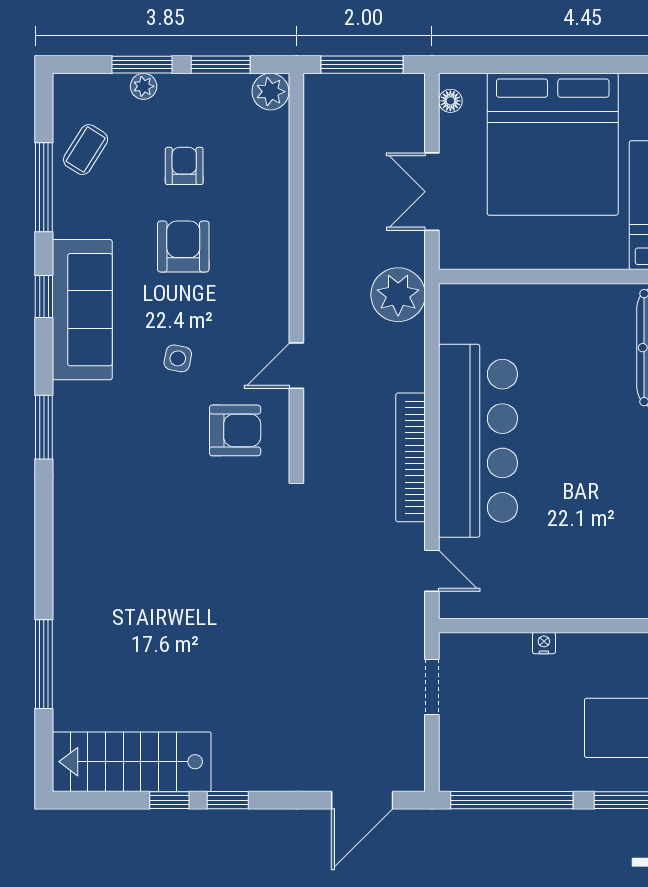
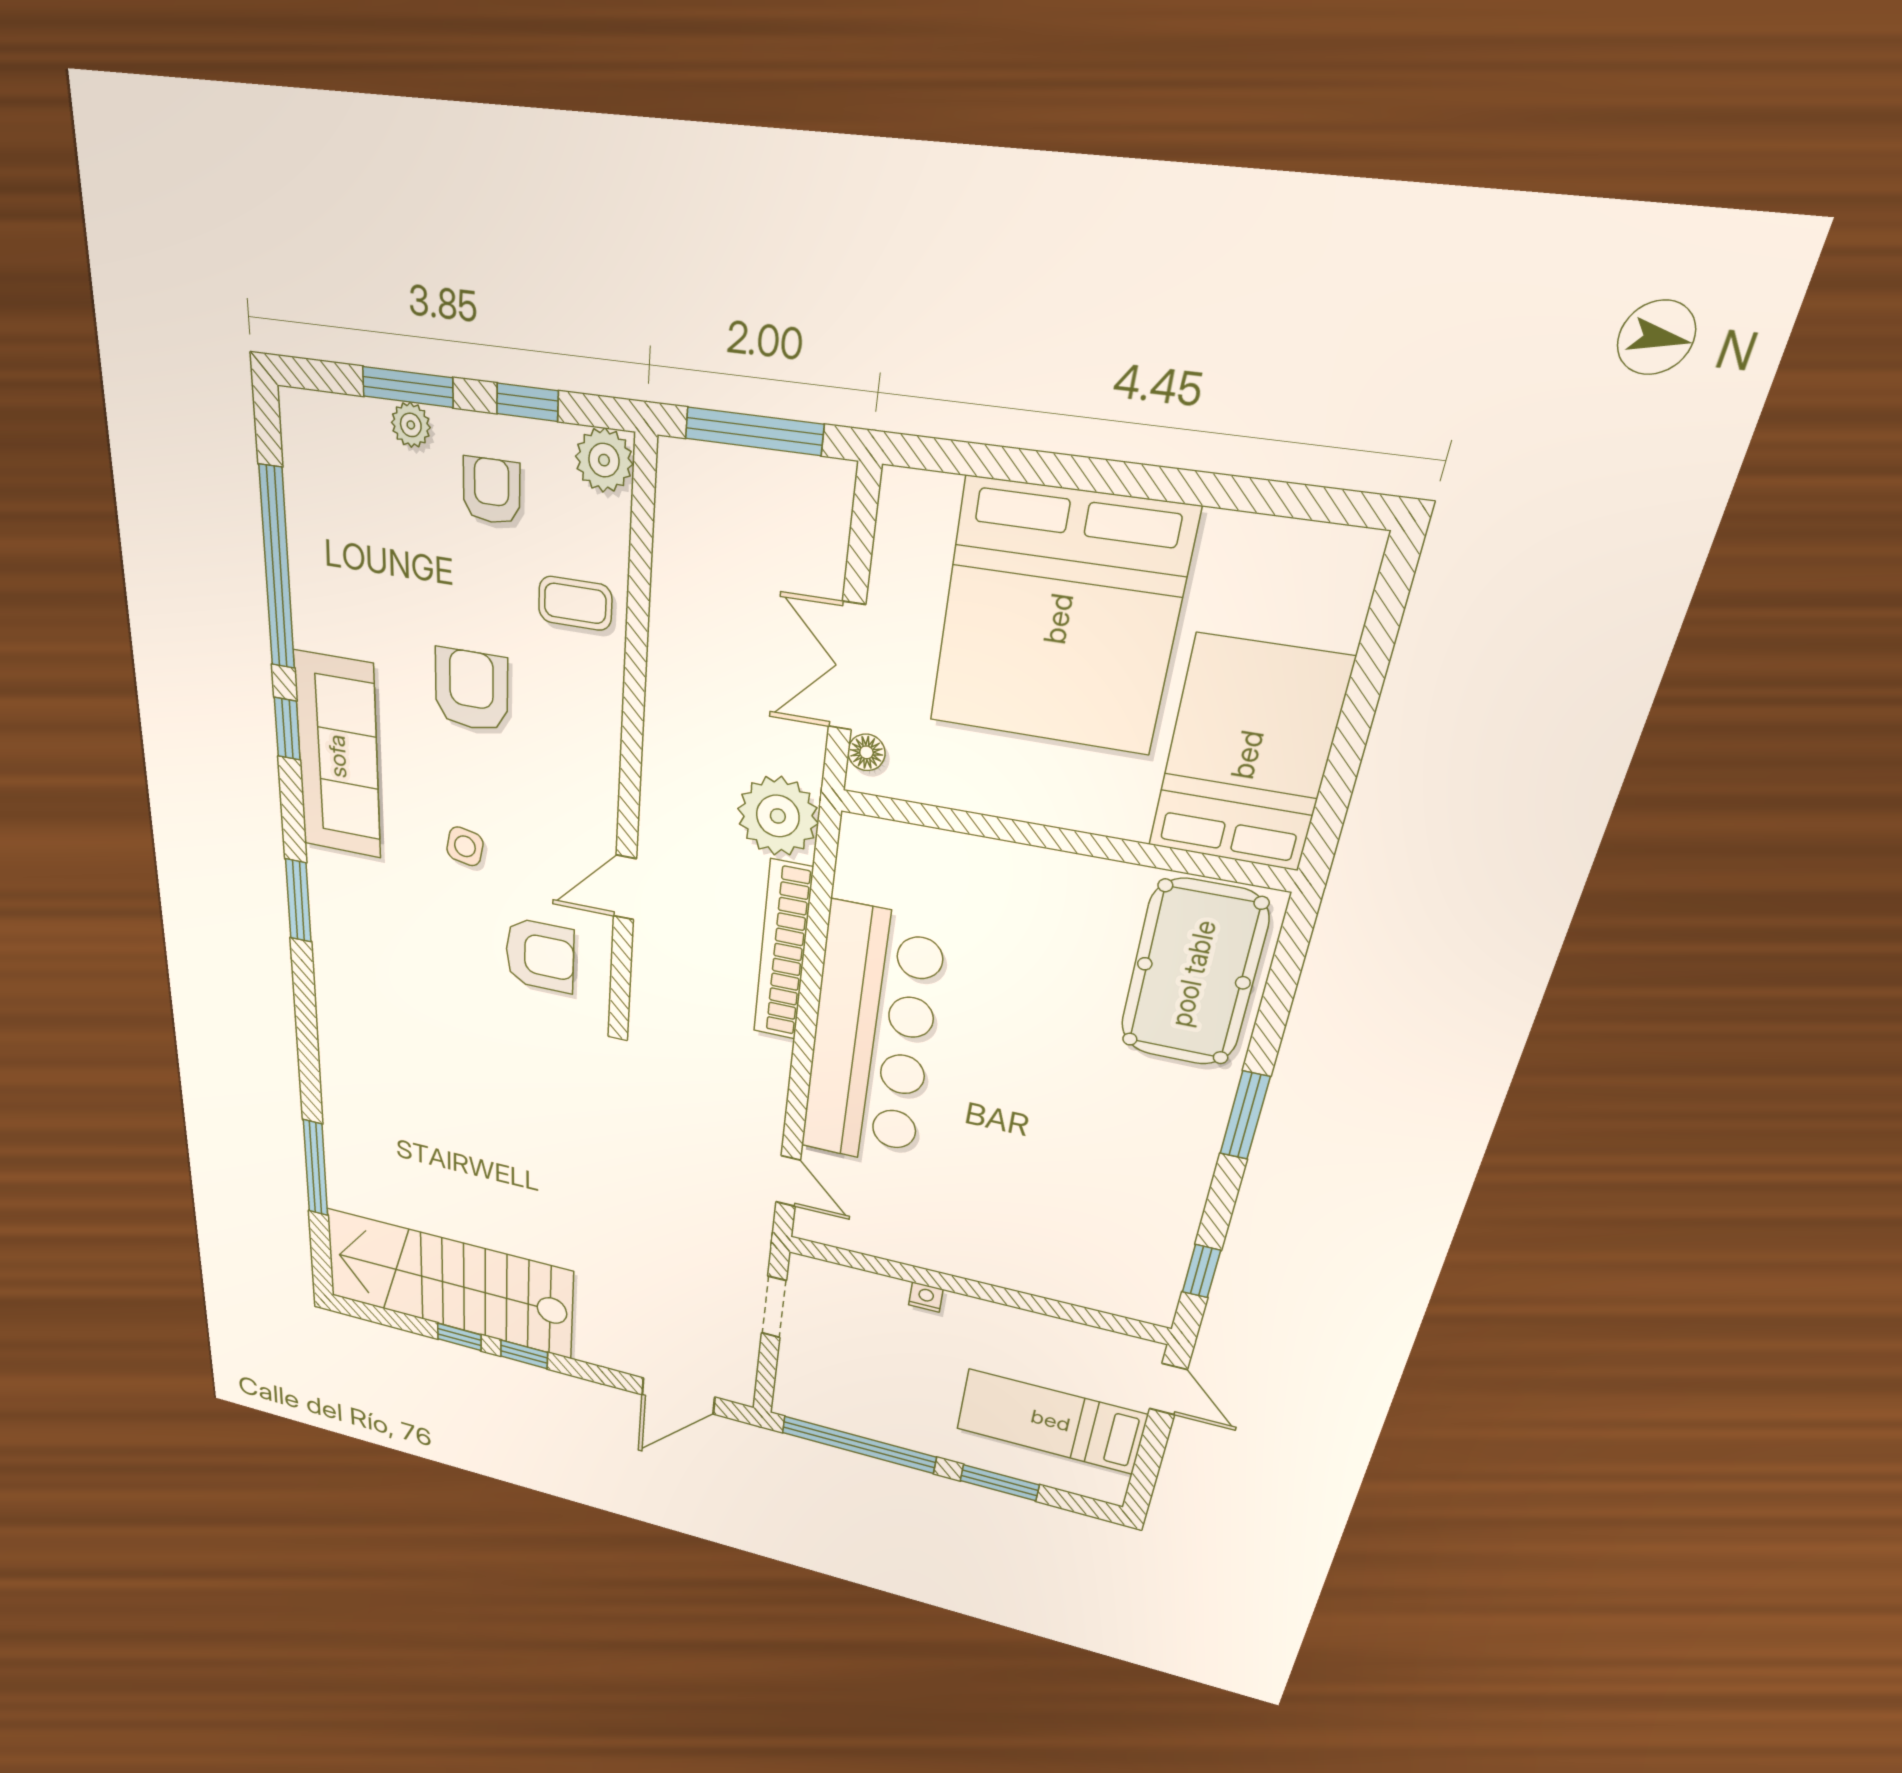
window: (221, 65) -> (527, 402), width x0.67
floor lamp: (450, 101) -> (866, 752), moved
coffee table: (86, 150) -> (575, 603), moved, turned 58
armchair: (184, 166) -> (491, 491), moved
window: (44, 187) -> (277, 569), width x1.46
bookcase: (411, 457) -> (783, 951), moved
stairs: (132, 762) -> (449, 1283), width x1.36, depth x1.51

